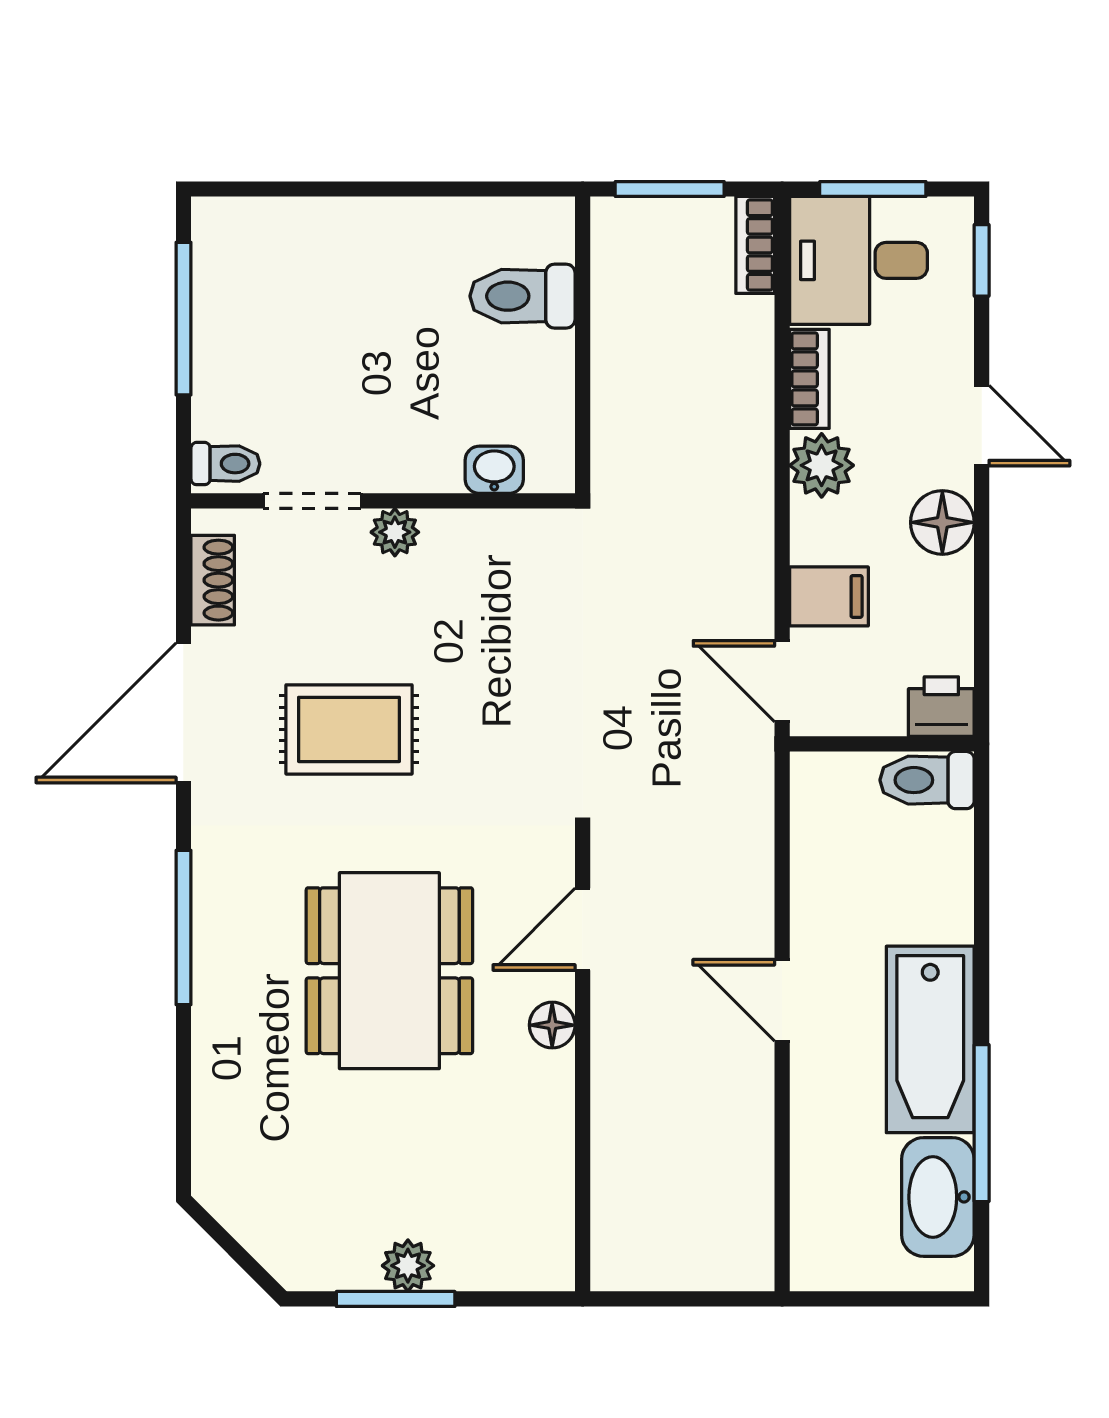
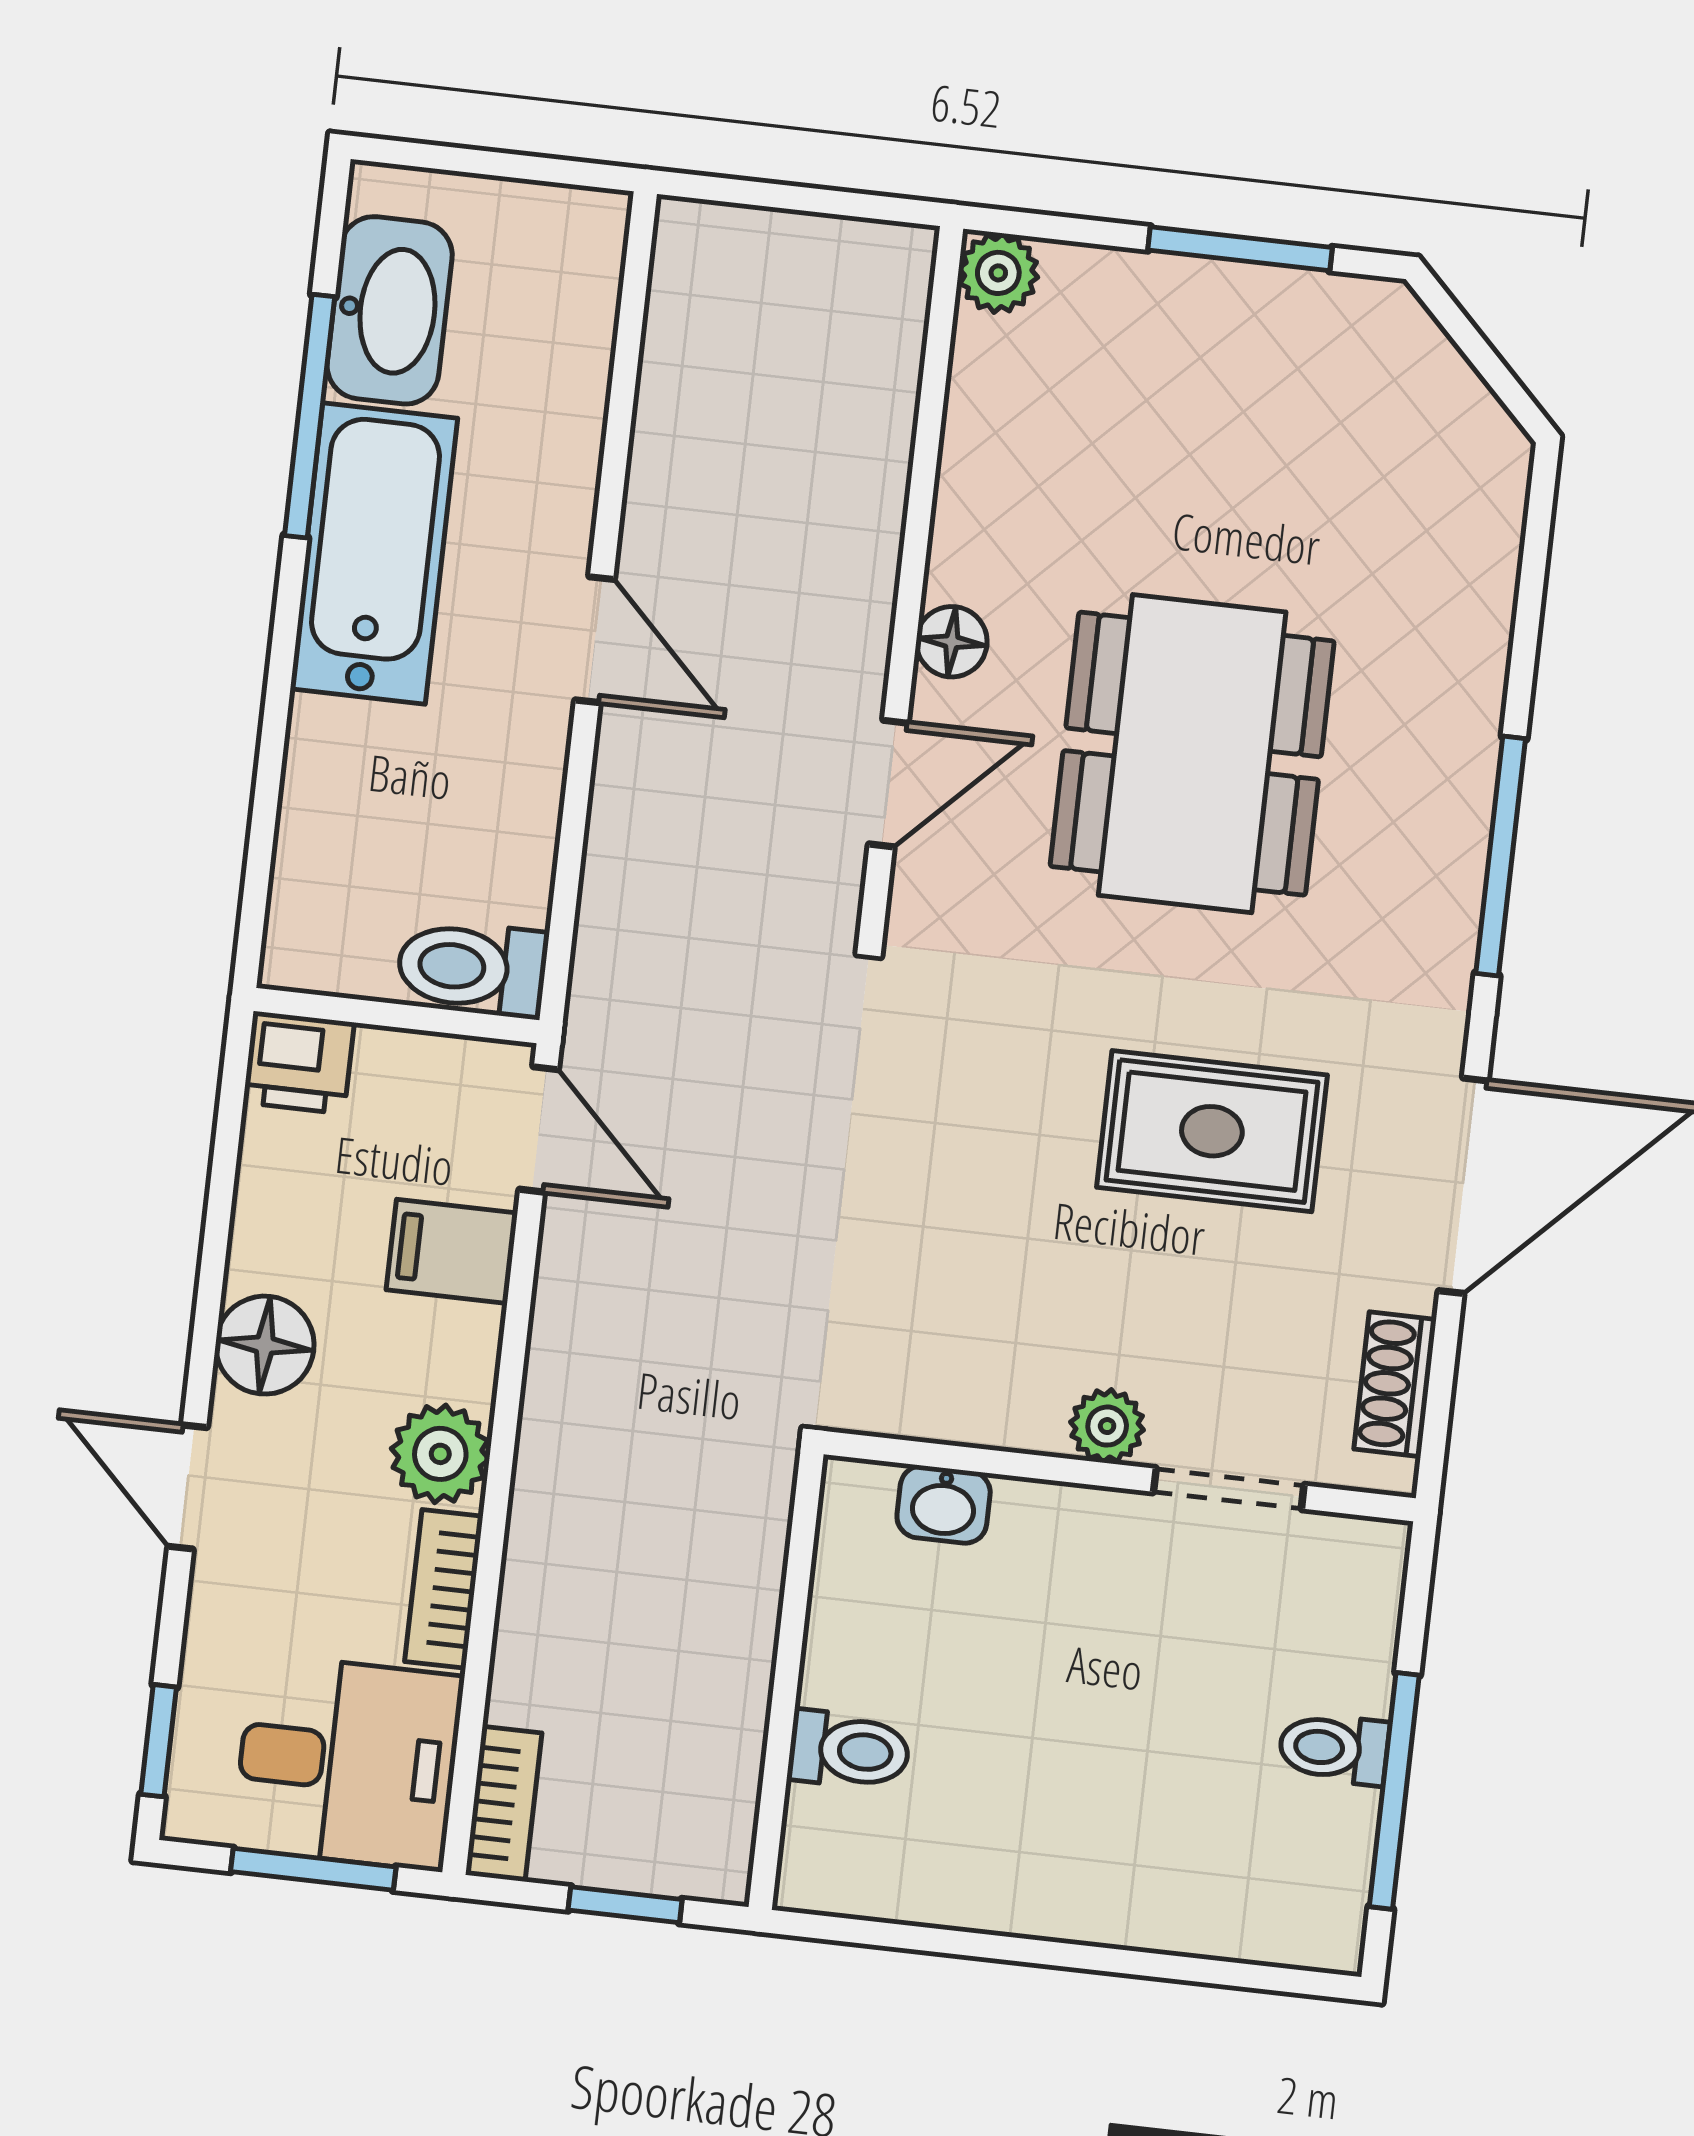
window: (670, 189) -> (625, 1905), width x0.67
toilet: (522, 296) -> (849, 1750), width x0.73, depth x0.72
toilet: (225, 464) -> (1334, 1749), moved
toilet: (927, 780) -> (472, 968), moved, turned 180
plant: (408, 1266) -> (998, 273), moved

